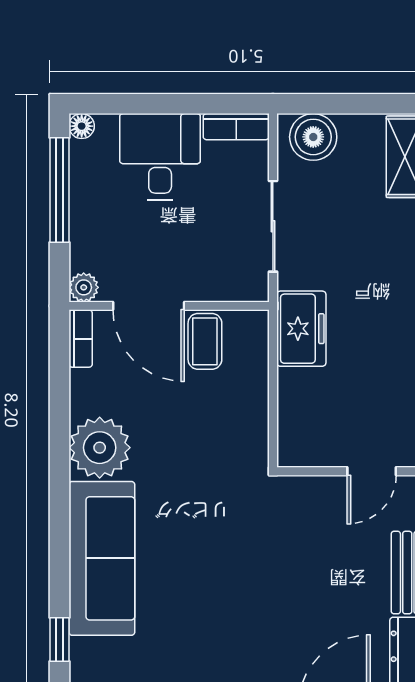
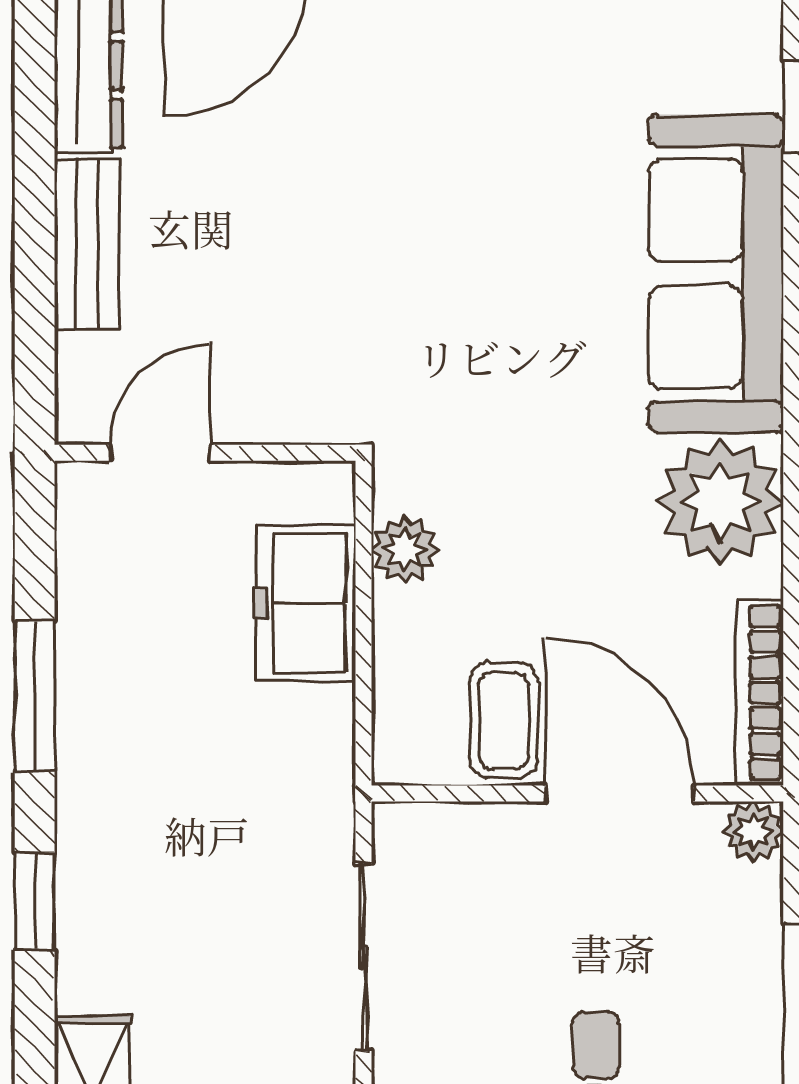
freezer: (301, 329) -> (305, 603), moved
bookcase: (81, 339) -> (760, 693), width x1.56
plant: (253, 424) -> (405, 550), added

